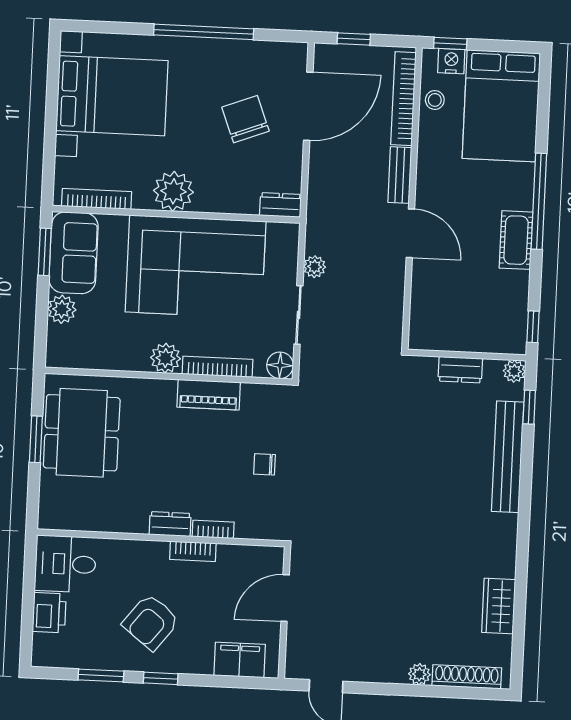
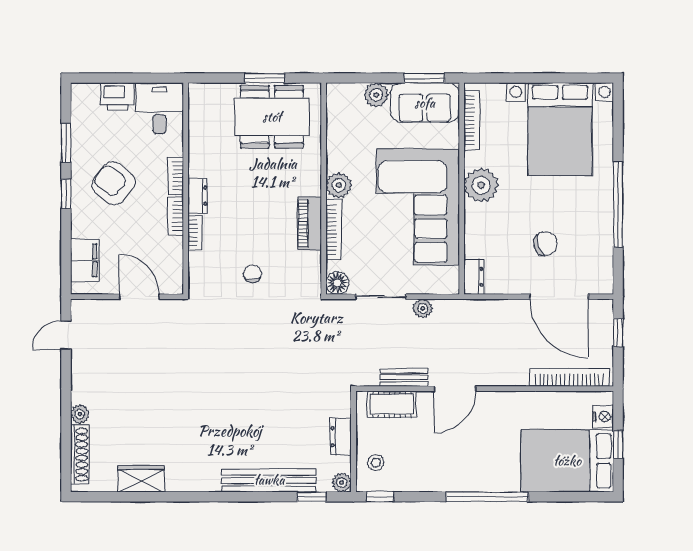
window: (450, 44) -> (618, 444), moved
stool: (435, 100) -> (376, 463), moved
chair: (246, 119) -> (545, 244), width x0.73, depth x0.73
bench: (400, 175) -> (404, 377), moved
cot: (516, 240) -> (392, 404), moved
bookcase: (146, 549) -> (176, 176), added

